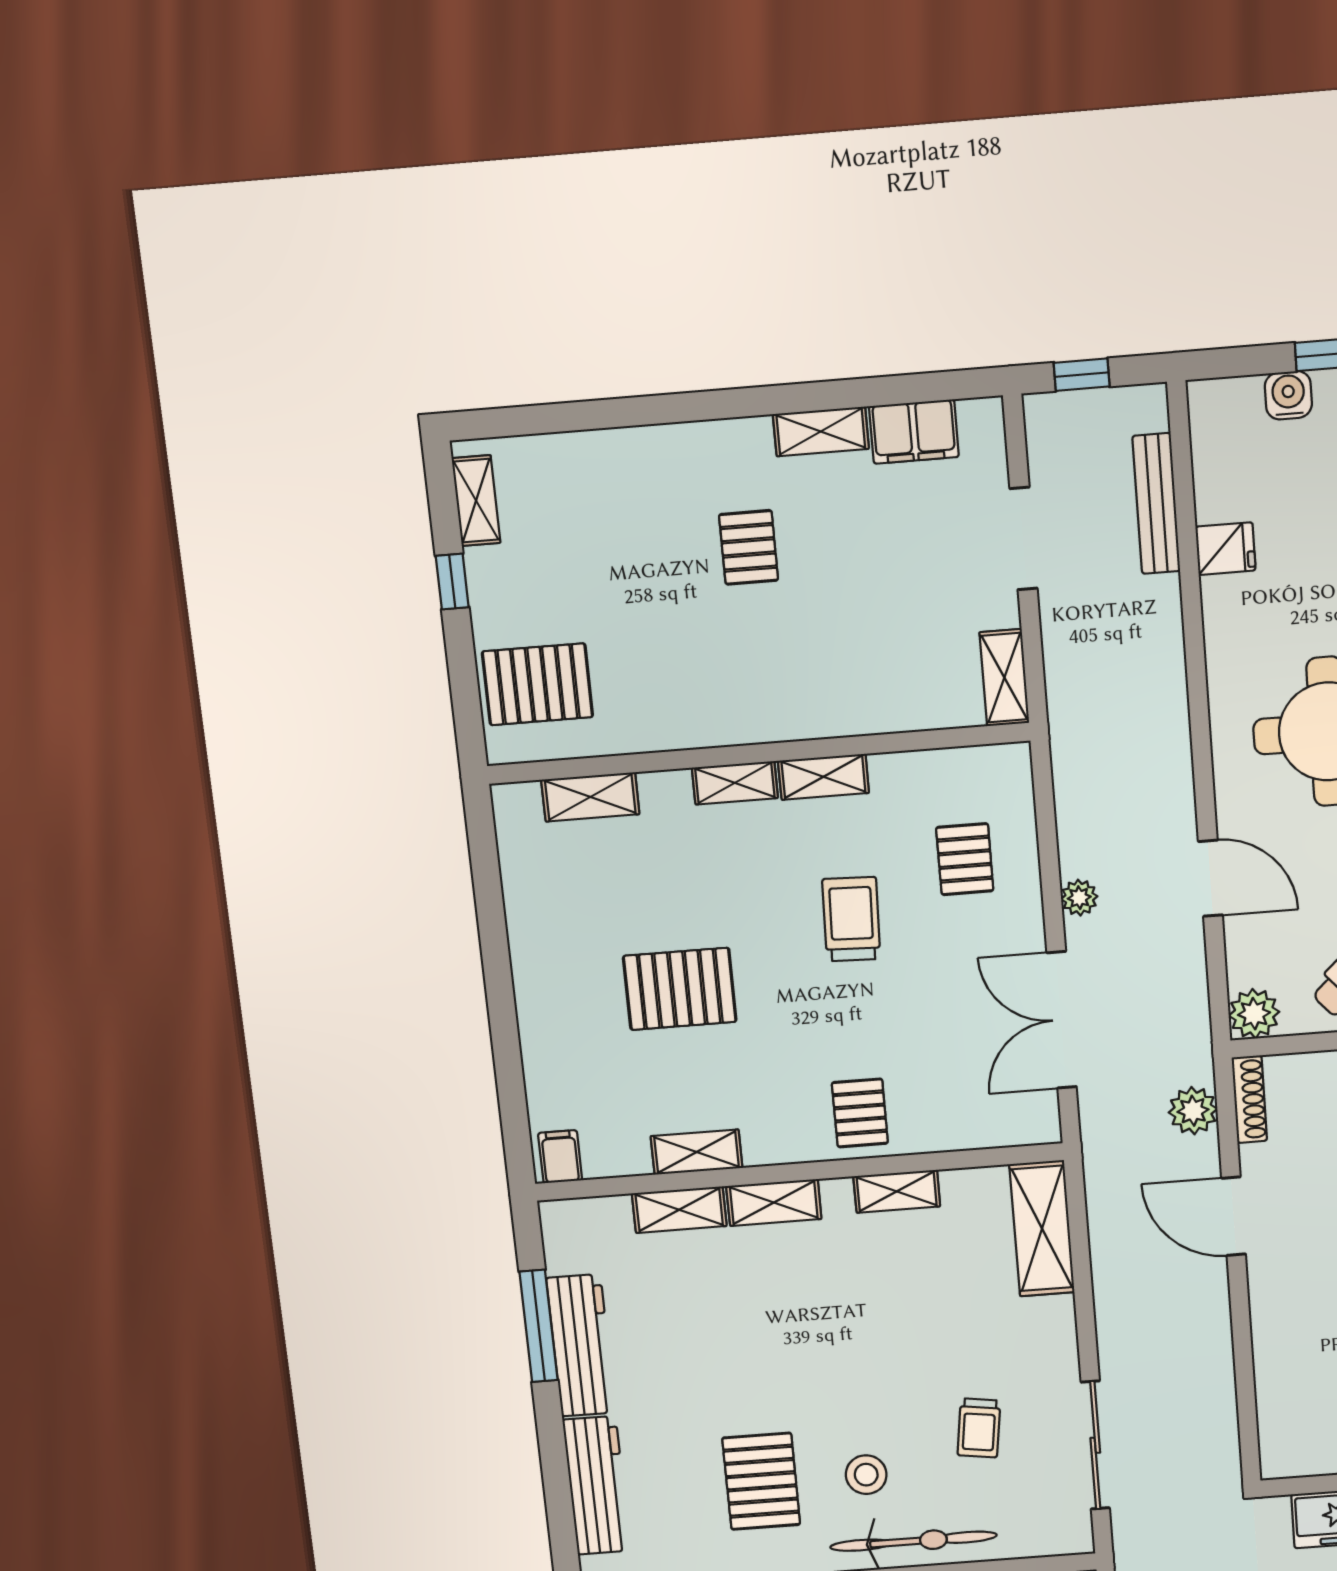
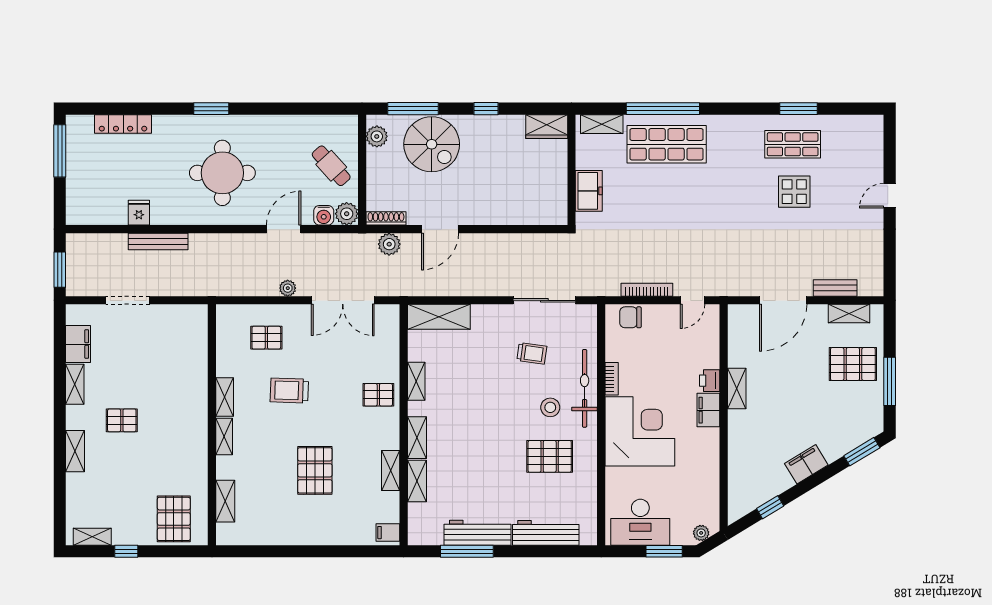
window: (1082, 375) -> (60, 270), width x1.50
water cooler: (1288, 395) -> (324, 215), moved, turned -90
bench: (1156, 504) -> (158, 241), moved
shelving: (1004, 678) -> (75, 451), moved, turned 90

